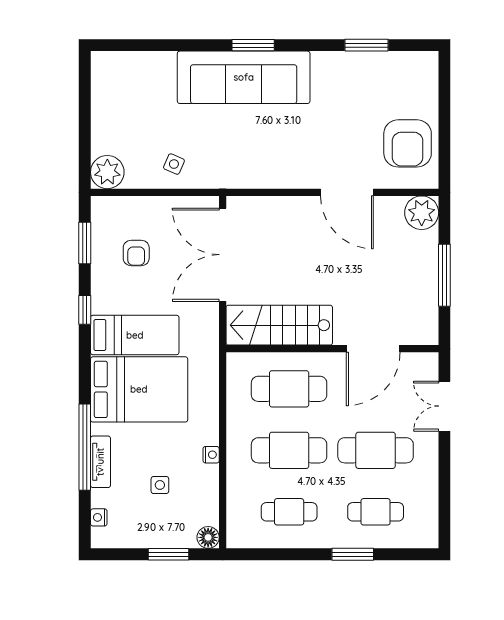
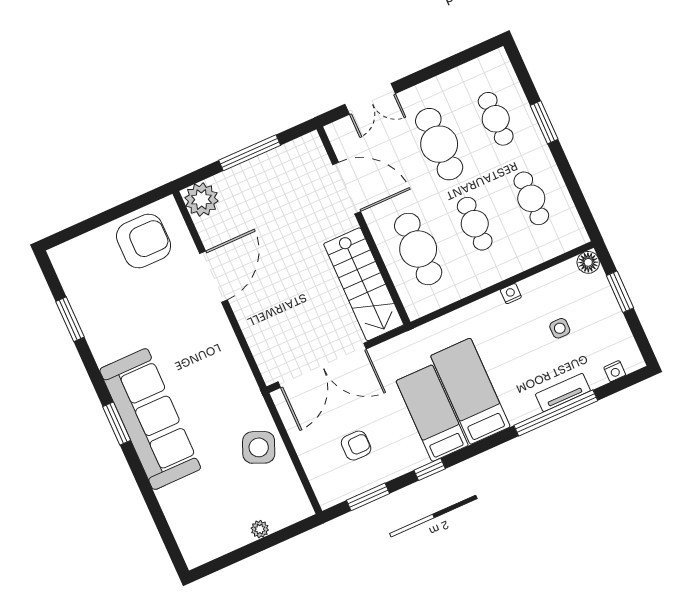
side table: (174, 164) -> (259, 447), width x1.87, depth x1.87
plant: (107, 172) -> (260, 529), moved, width x0.53, depth x0.53
bed: (139, 389) -> (470, 391), width x0.67
cafe table: (289, 450) -> (475, 224), width x0.73, depth x0.74

